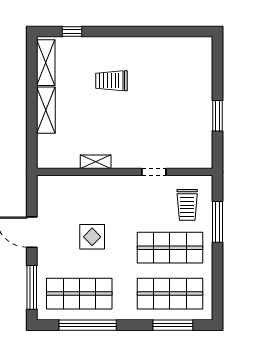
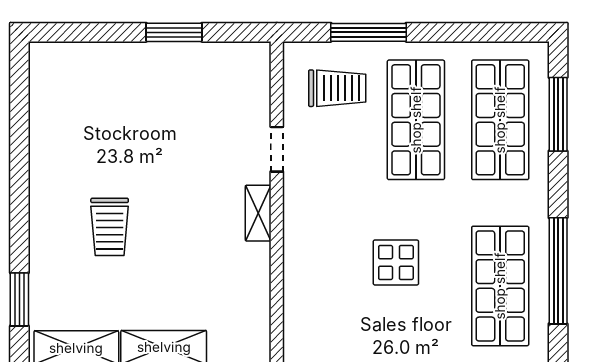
window: (72, 32) -> (19, 299), width x1.50
shelving: (96, 162) -> (258, 213), moved

